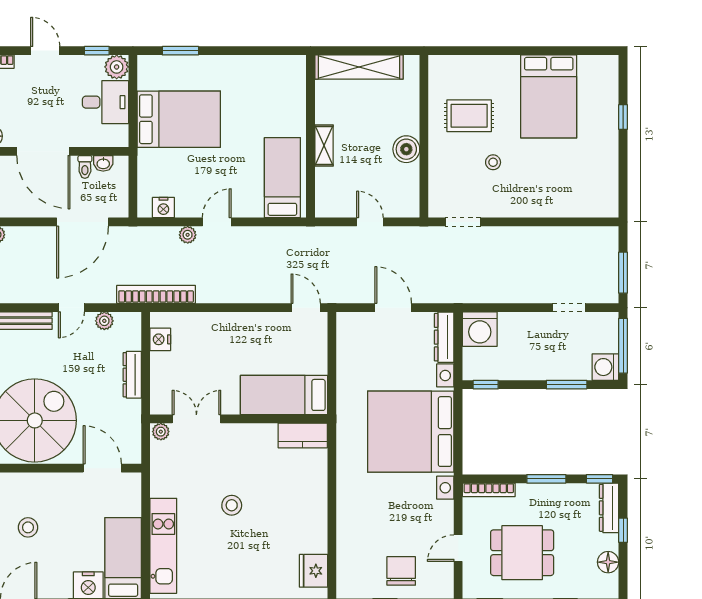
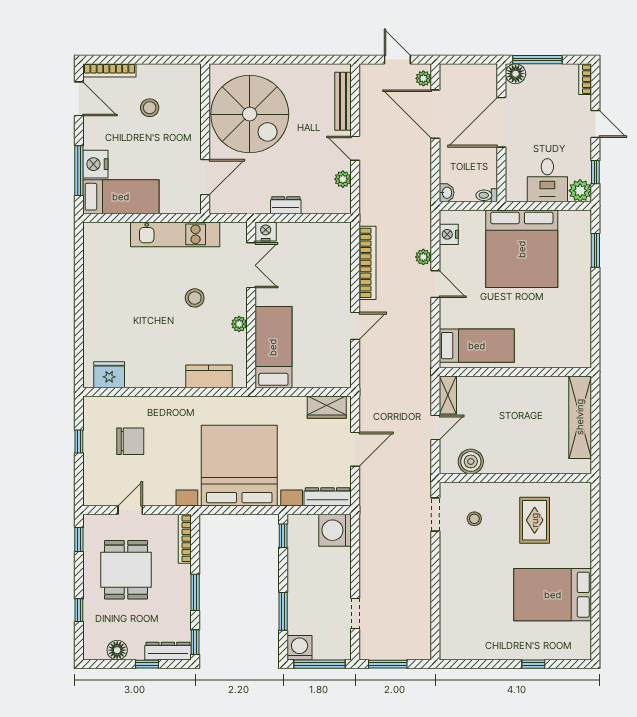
door: (45, 51) -> (595, 124), hinge flipped
bed: (179, 119) -> (522, 249), width x1.36
shelving: (324, 146) -> (448, 395), moved, turned 90
boiler: (406, 149) -> (471, 461), moved
stool: (493, 162) -> (474, 519), moved
washbasin: (103, 163) -> (447, 193), moved, turned 180
toilet: (85, 167) -> (487, 195), moved
door: (83, 222) -> (435, 114), moved
bookcase: (156, 294) -> (368, 263), moved
door: (306, 308) -> (355, 326), moved
wardrobe: (348, 338) -> (327, 407), added
nightstand: (160, 339) -> (266, 231), moved
dresser: (132, 375) -> (286, 205), width x0.70
plant: (161, 432) -> (239, 324), moved
kitchen counter: (303, 436) -> (209, 376), moved, turned 90
stool: (232, 505) -> (195, 298), moved
kitchen unit: (163, 546) -> (175, 234), moved
door: (458, 548) -> (130, 510), hinge flipped
chair: (401, 571) -> (130, 441), moved

